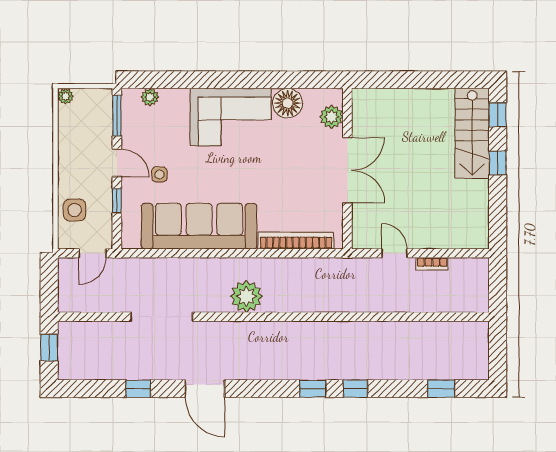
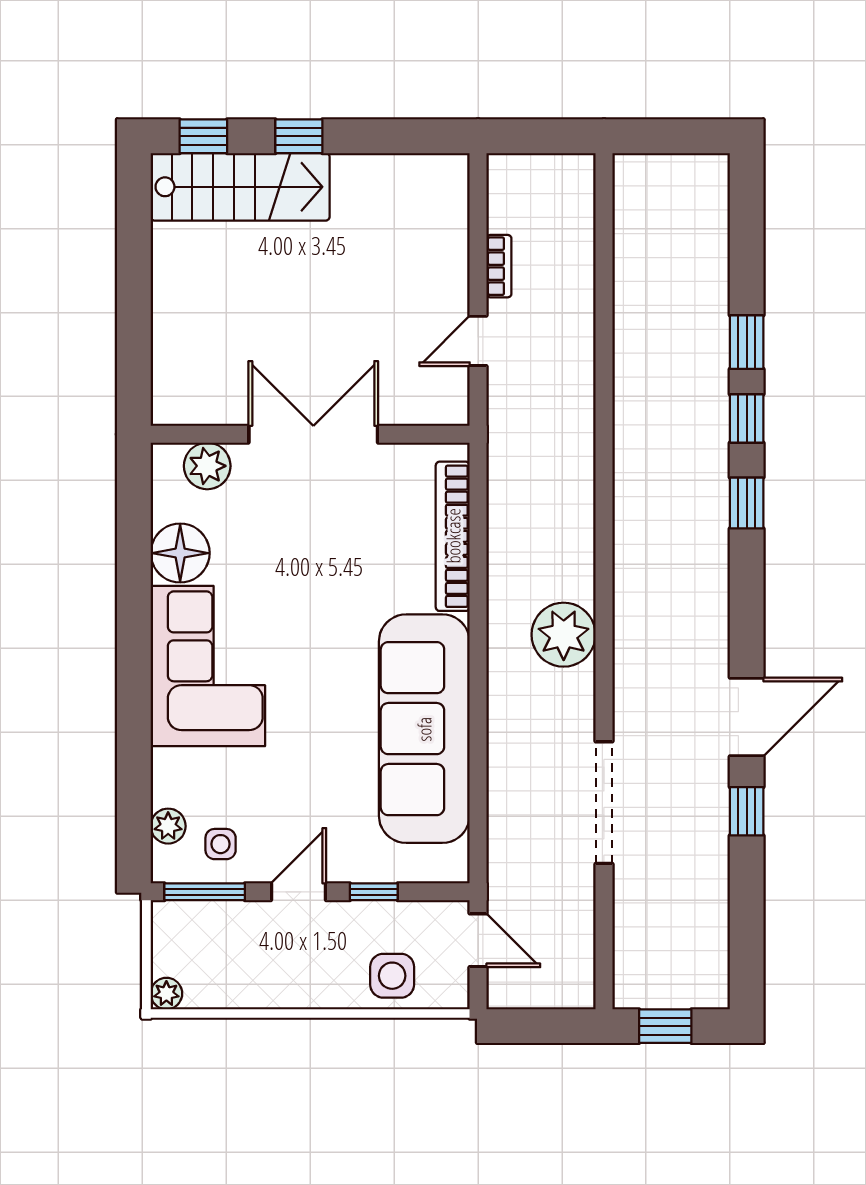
side table: (159, 174) -> (221, 844), moved
window: (138, 389) -> (747, 811), moved
window: (441, 389) -> (747, 342), moved

